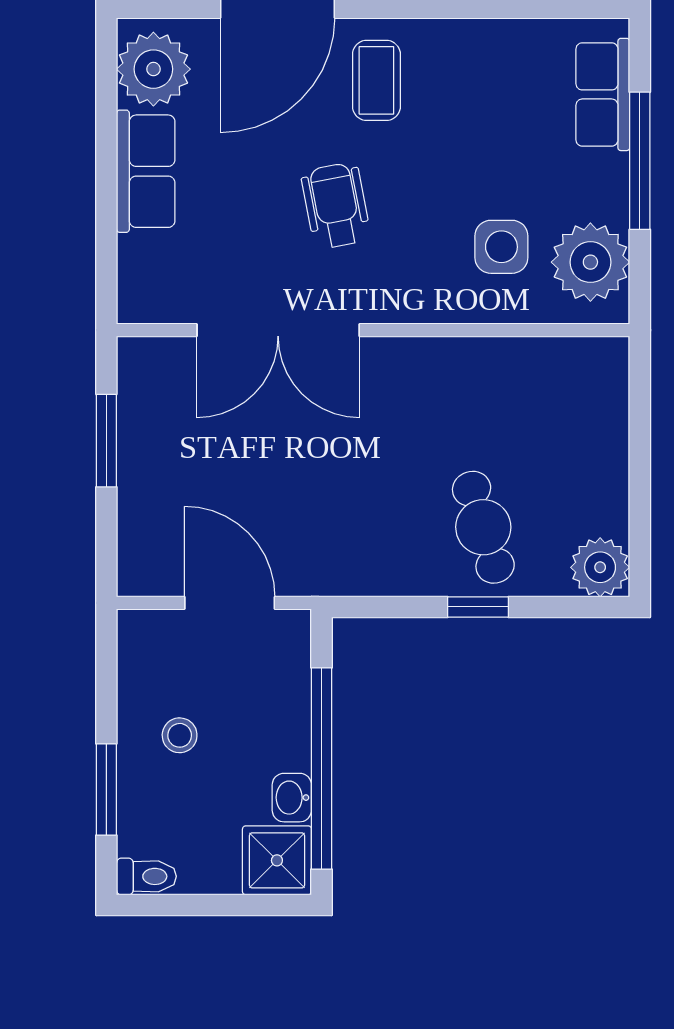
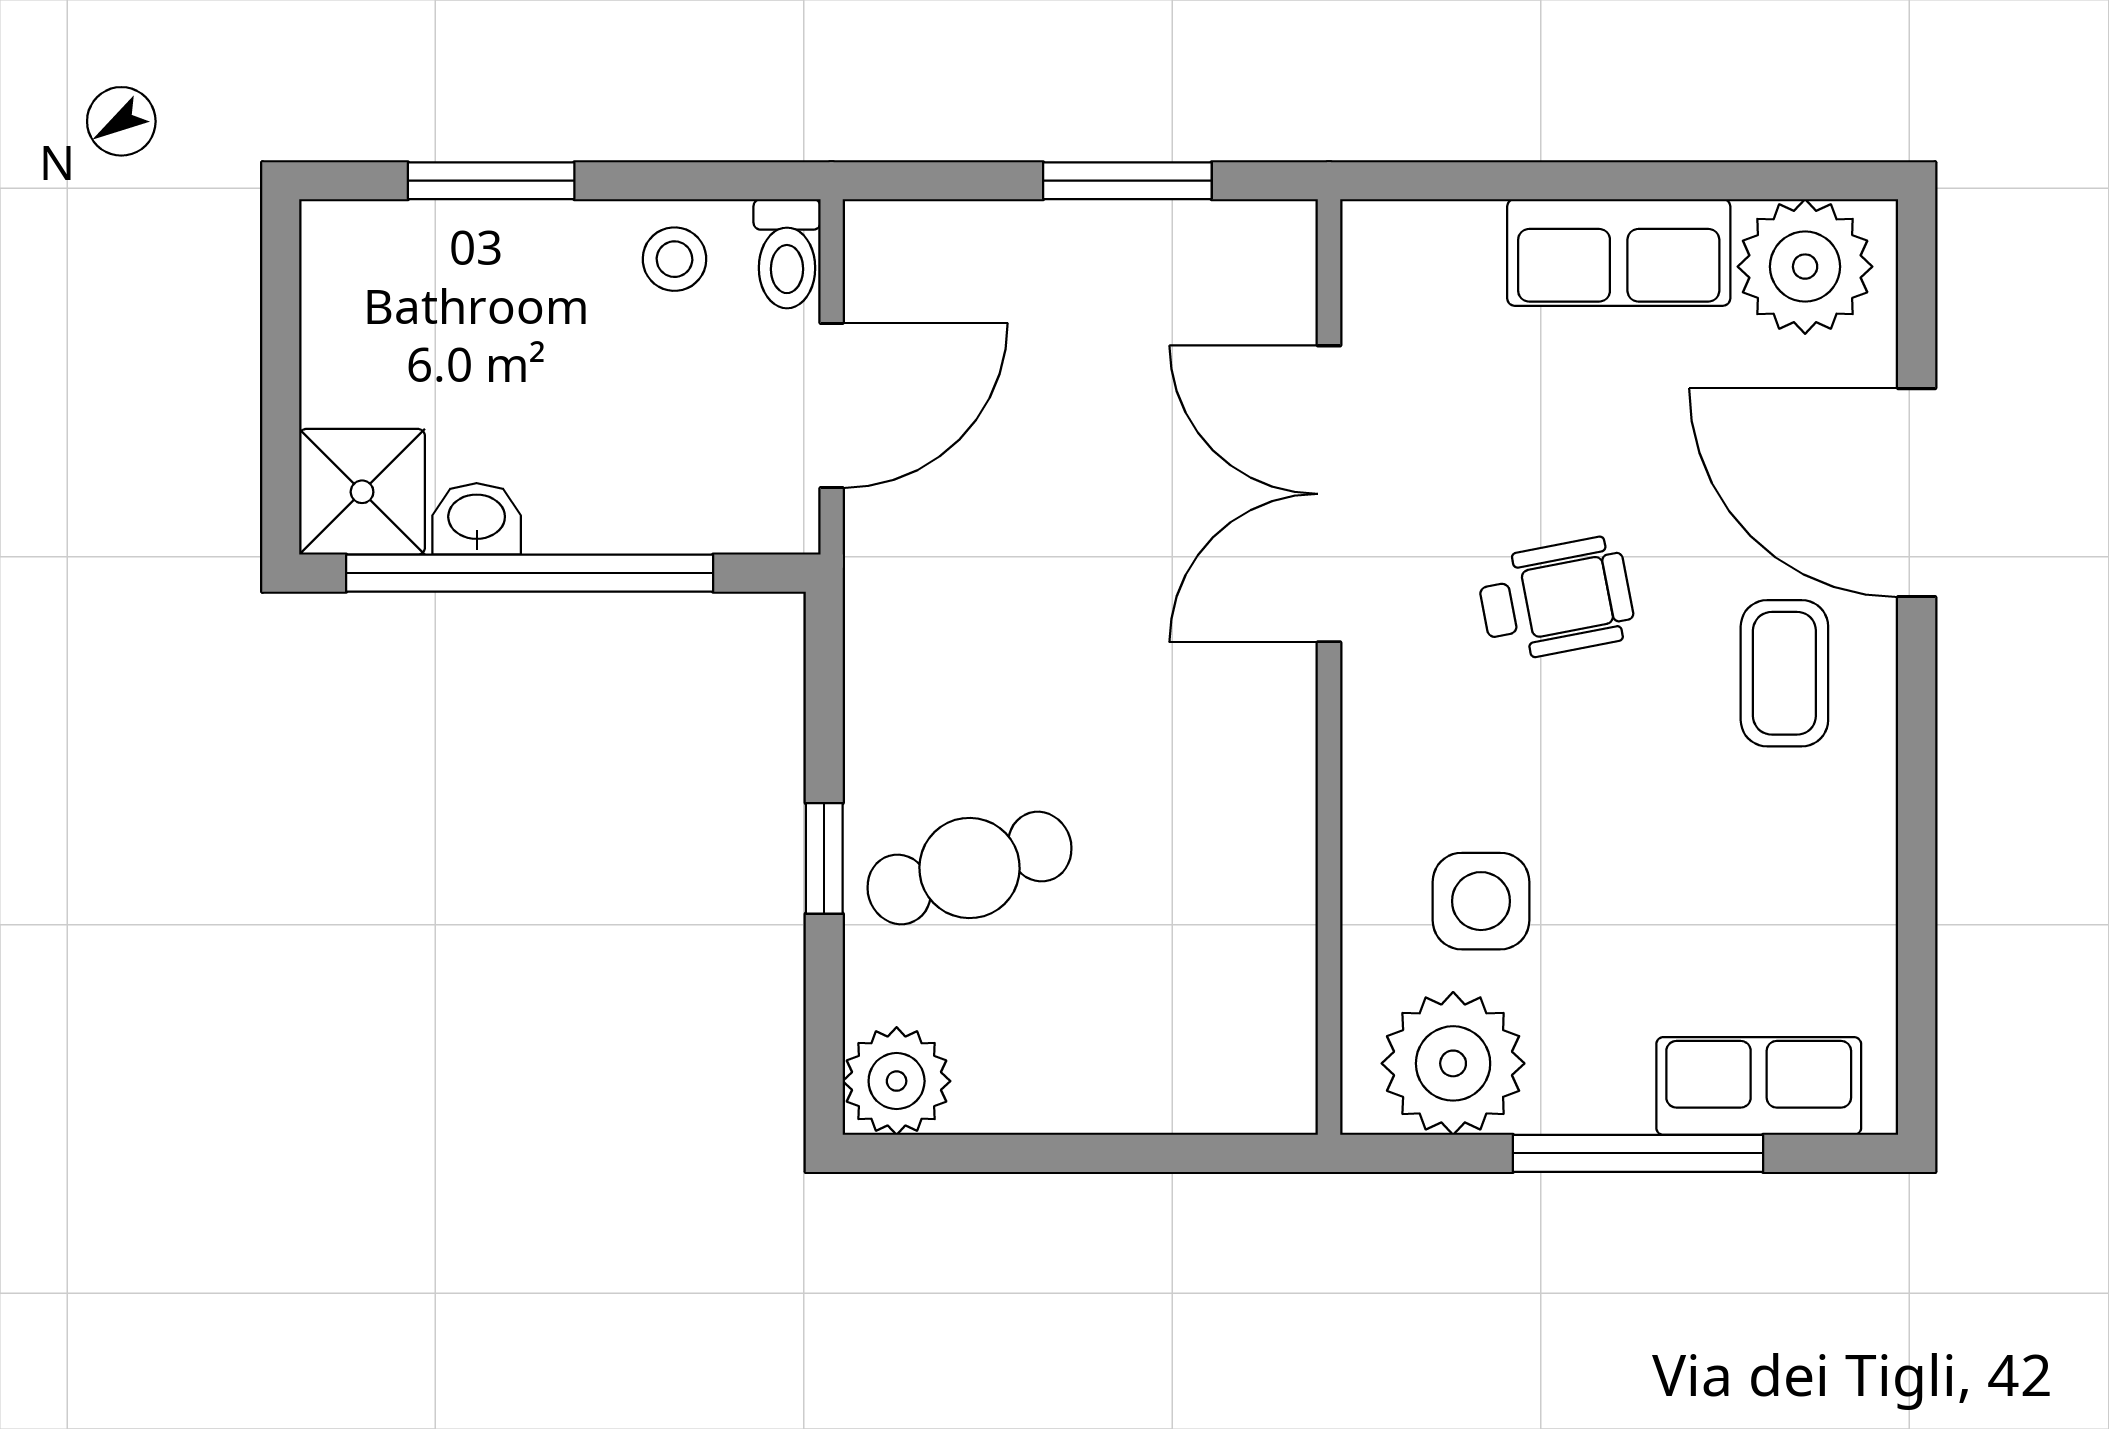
coffee table: (376, 80) -> (1784, 673), turned 90
stool: (180, 735) -> (674, 259), moved
toilet: (146, 876) -> (787, 254), moved

